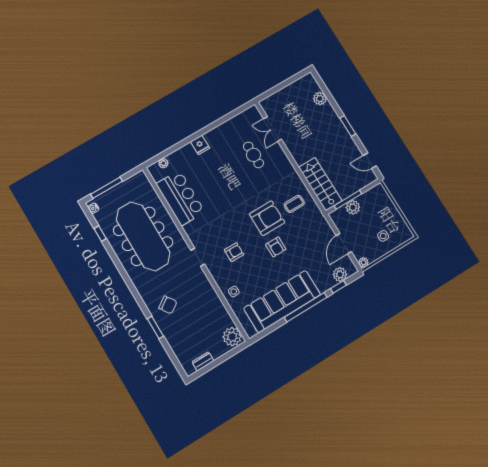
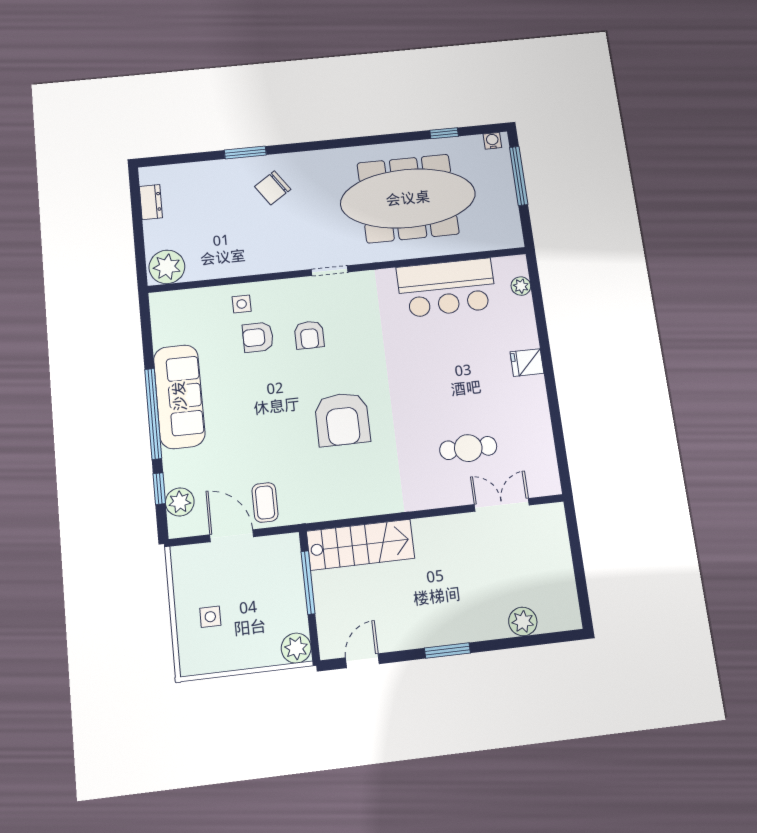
coffee table: (294, 204) -> (265, 502), moved
plant: (353, 207) -> (296, 648), moved
armchair: (276, 247) -> (258, 337), moved
plant: (363, 262) -> (180, 556), removed
sofa: (282, 301) -> (179, 396), width x0.74, depth x0.79

